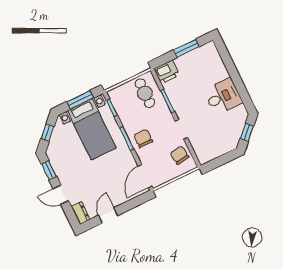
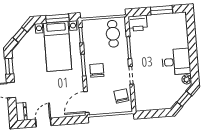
plant: (241, 111) -> (187, 79), added

